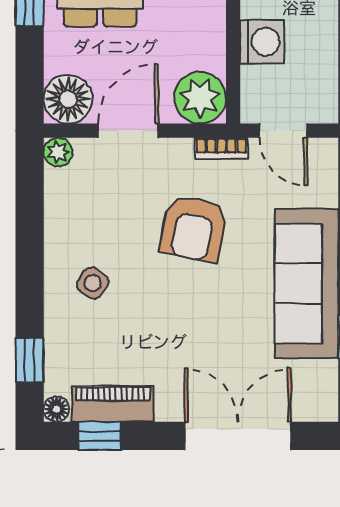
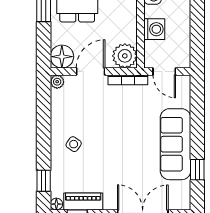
bookcase: (221, 148) -> (128, 80), width x1.56
armchair: (193, 229) -> (122, 118), removed

